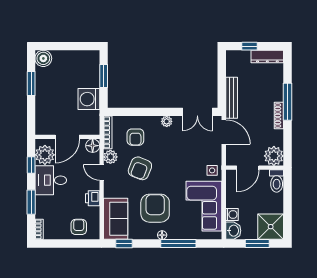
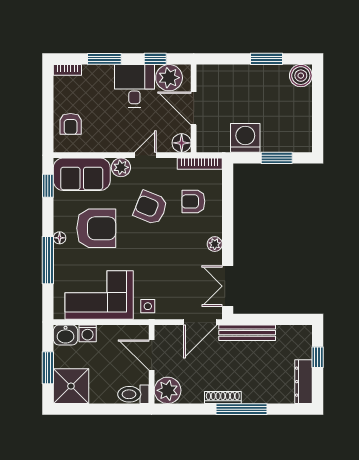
plant: (110, 157) -> (121, 167), moved
printer: (93, 198) -> (110, 143), removed
armchair: (79, 227) -> (71, 124), turned 90

